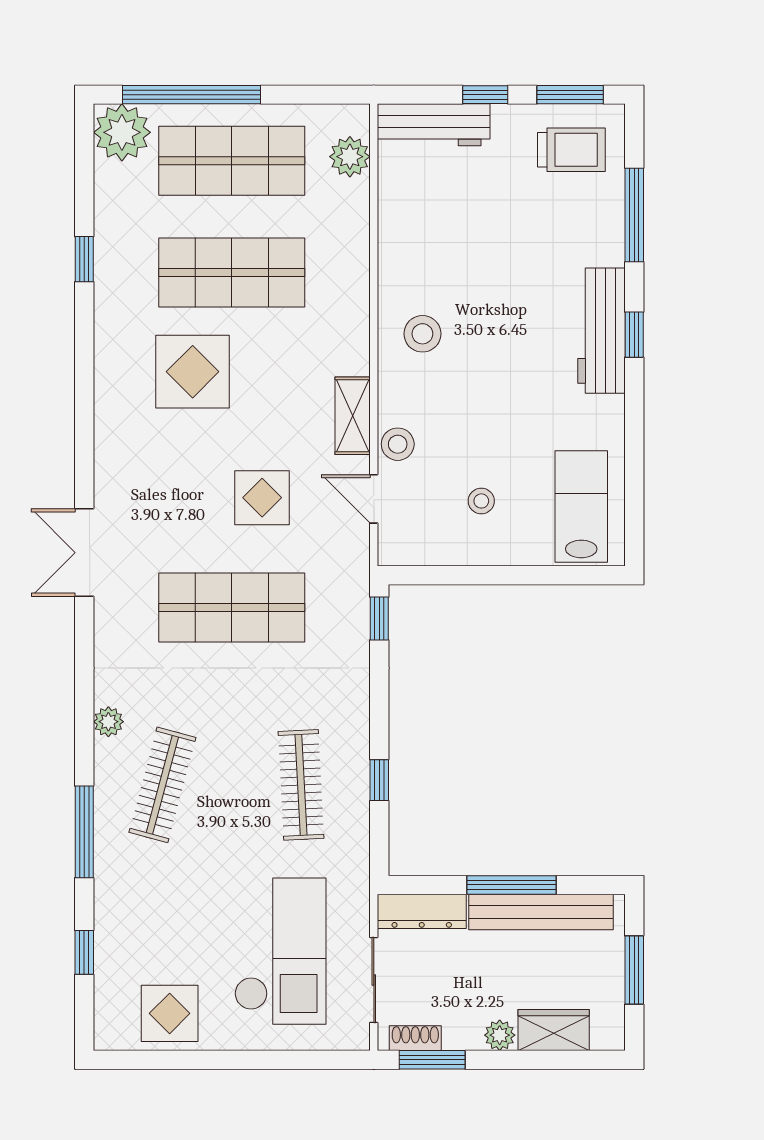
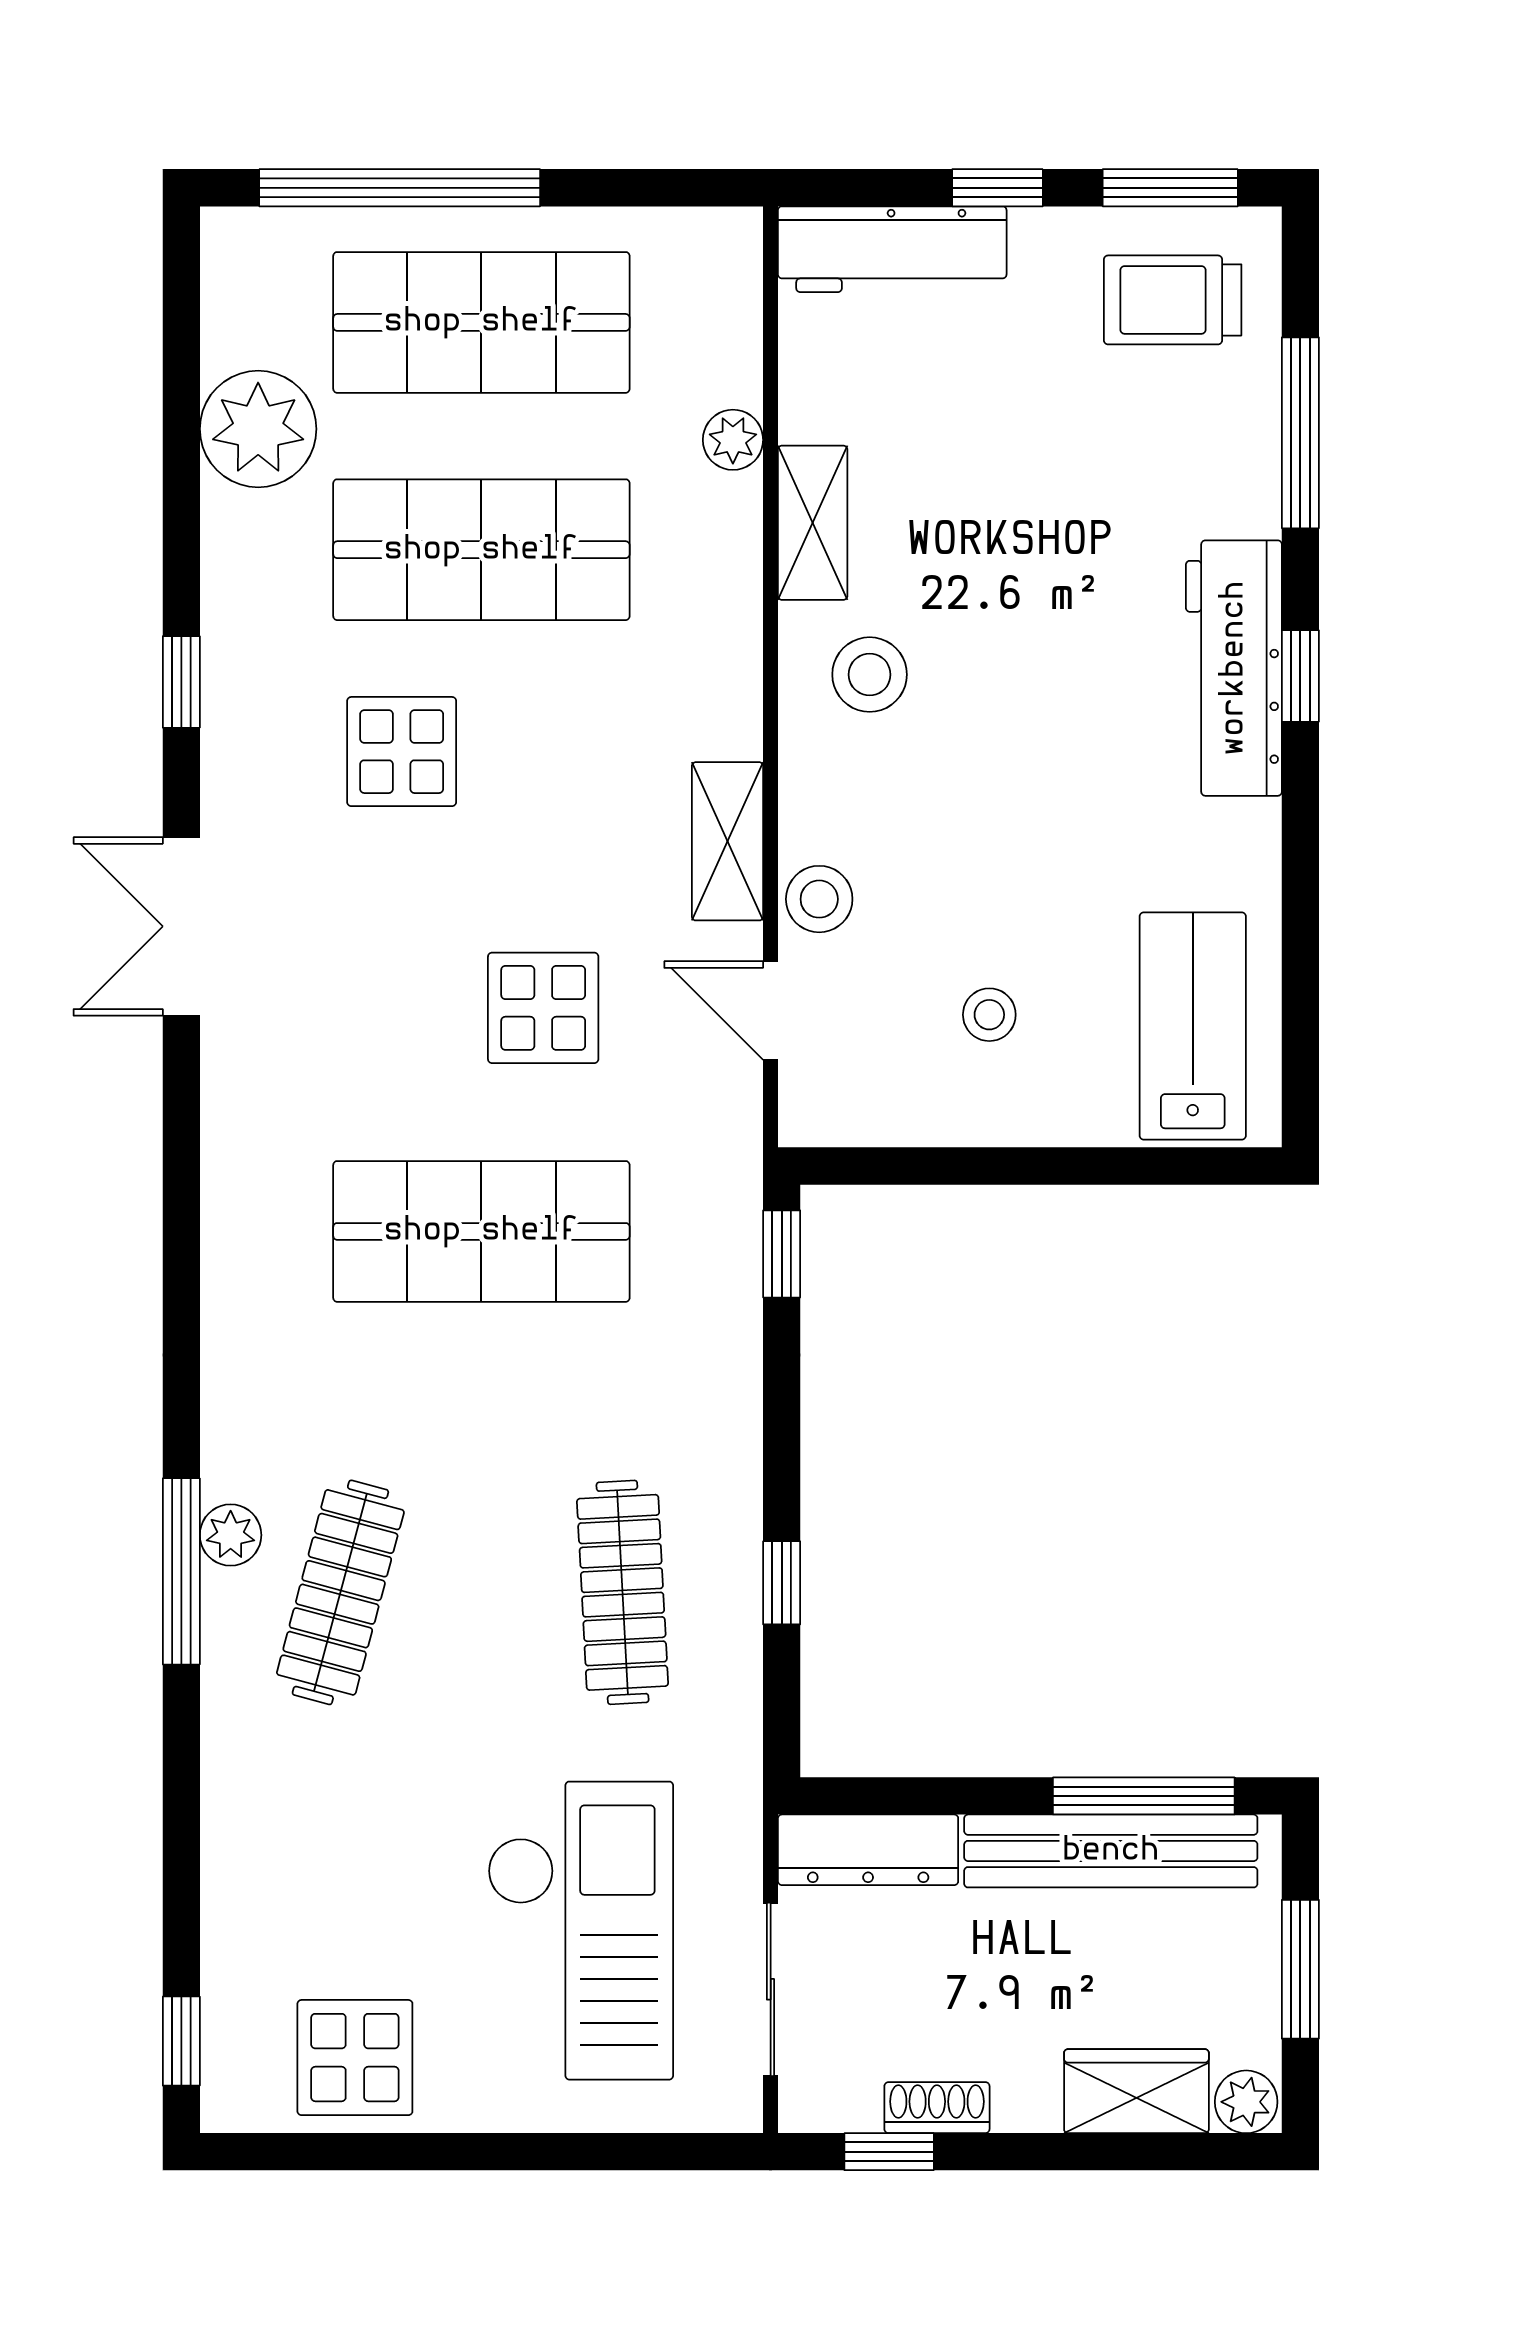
plant: (122, 132) -> (258, 429), moved
trolley: (571, 150) -> (1173, 300), turned 180
plant: (350, 157) -> (733, 440), moved, width x0.73, depth x0.73
window: (84, 259) -> (181, 682), moved
shelving: (394, 259) -> (813, 523), added
display table: (193, 372) -> (402, 752), width x0.73, depth x0.73
double door: (84, 553) -> (181, 926), moved
plant: (108, 722) -> (231, 1535), moved
window: (84, 832) -> (181, 1571), moved
window: (512, 885) -> (1144, 1796), moved
window: (84, 952) -> (181, 2041), moved
plant: (500, 1035) -> (1246, 2102), moved
shoe rack: (415, 1038) -> (937, 2108), moved
window: (432, 1060) -> (889, 2152), width x0.67

